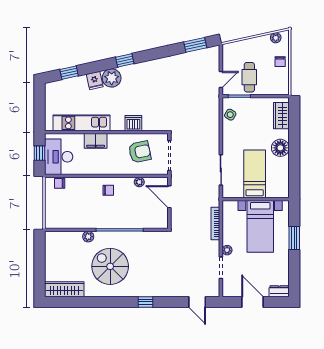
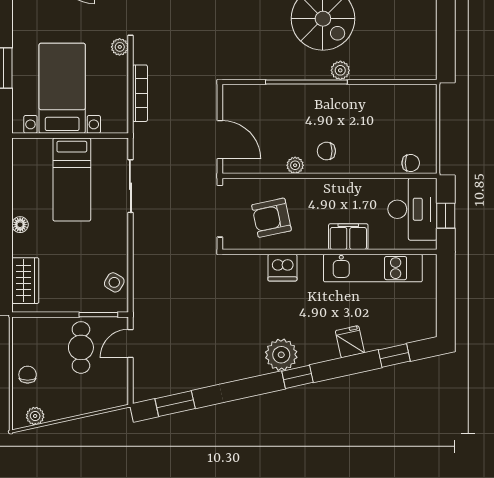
plant: (112, 78) -> (281, 355), moved
floor lamp: (280, 148) -> (20, 225), width x0.53, depth x0.53
plant: (139, 182) -> (295, 165), moved
plant: (88, 237) -> (340, 70), moved

